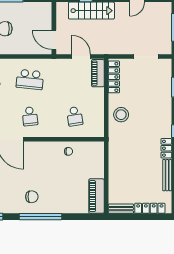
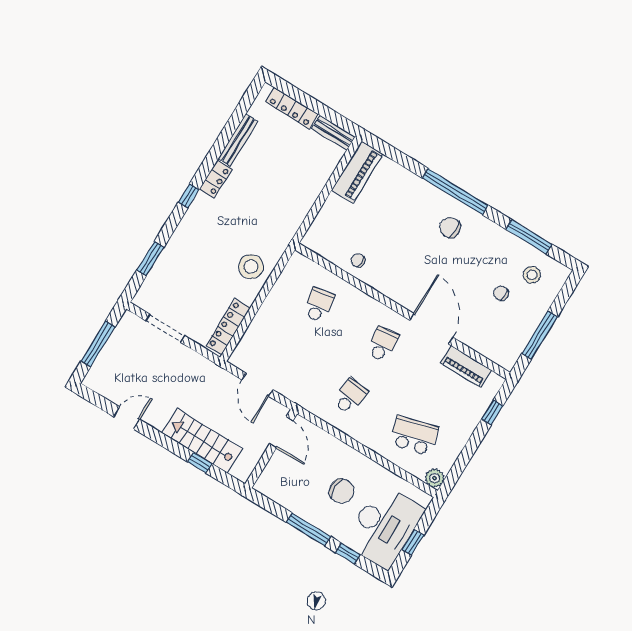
piano: (98, 73) -> (248, 346), removed
school desk: (30, 79) -> (350, 396), width x0.54

